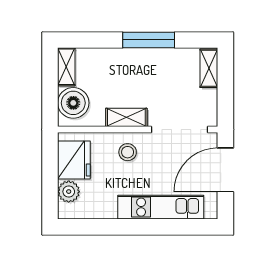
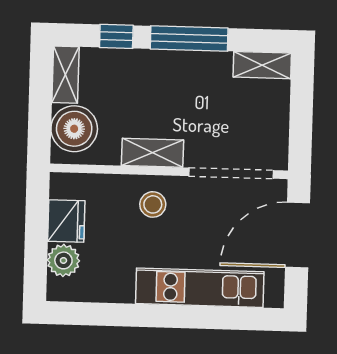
window: (100, 40) -> (116, 36), added
shelving: (209, 68) -> (262, 65), moved, turned 90
fridge: (74, 160) -> (66, 221), width x0.73, depth x0.75

